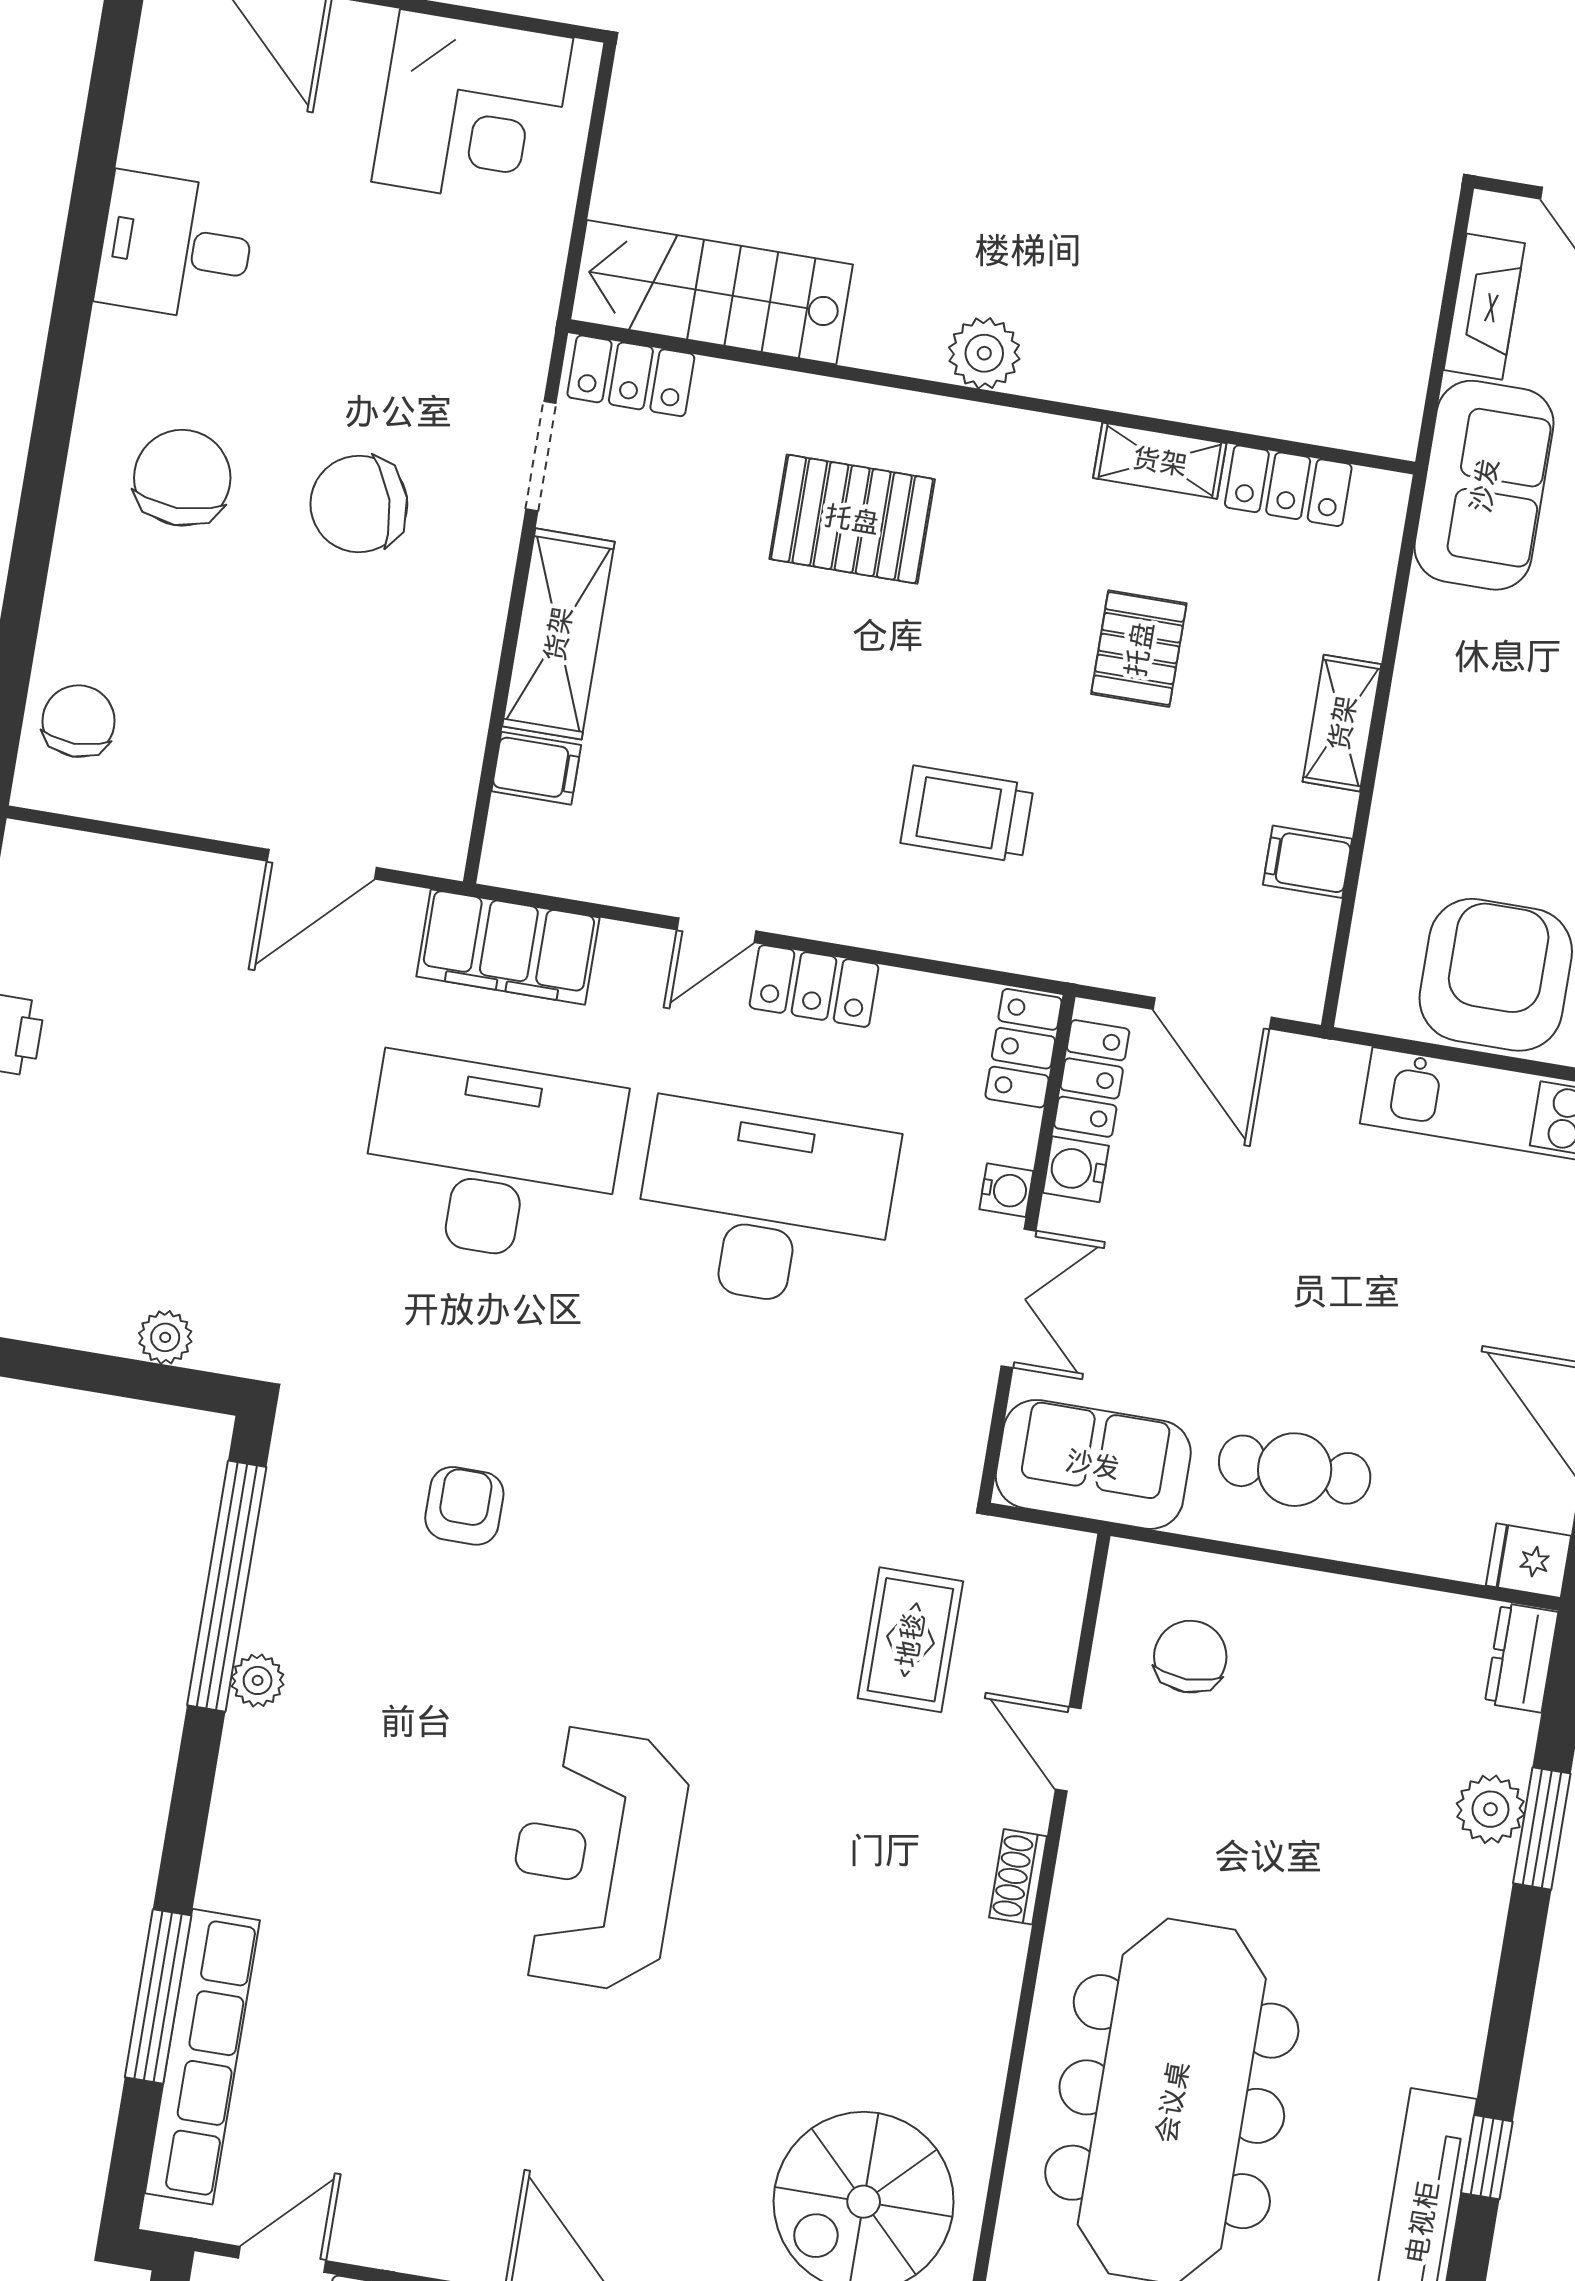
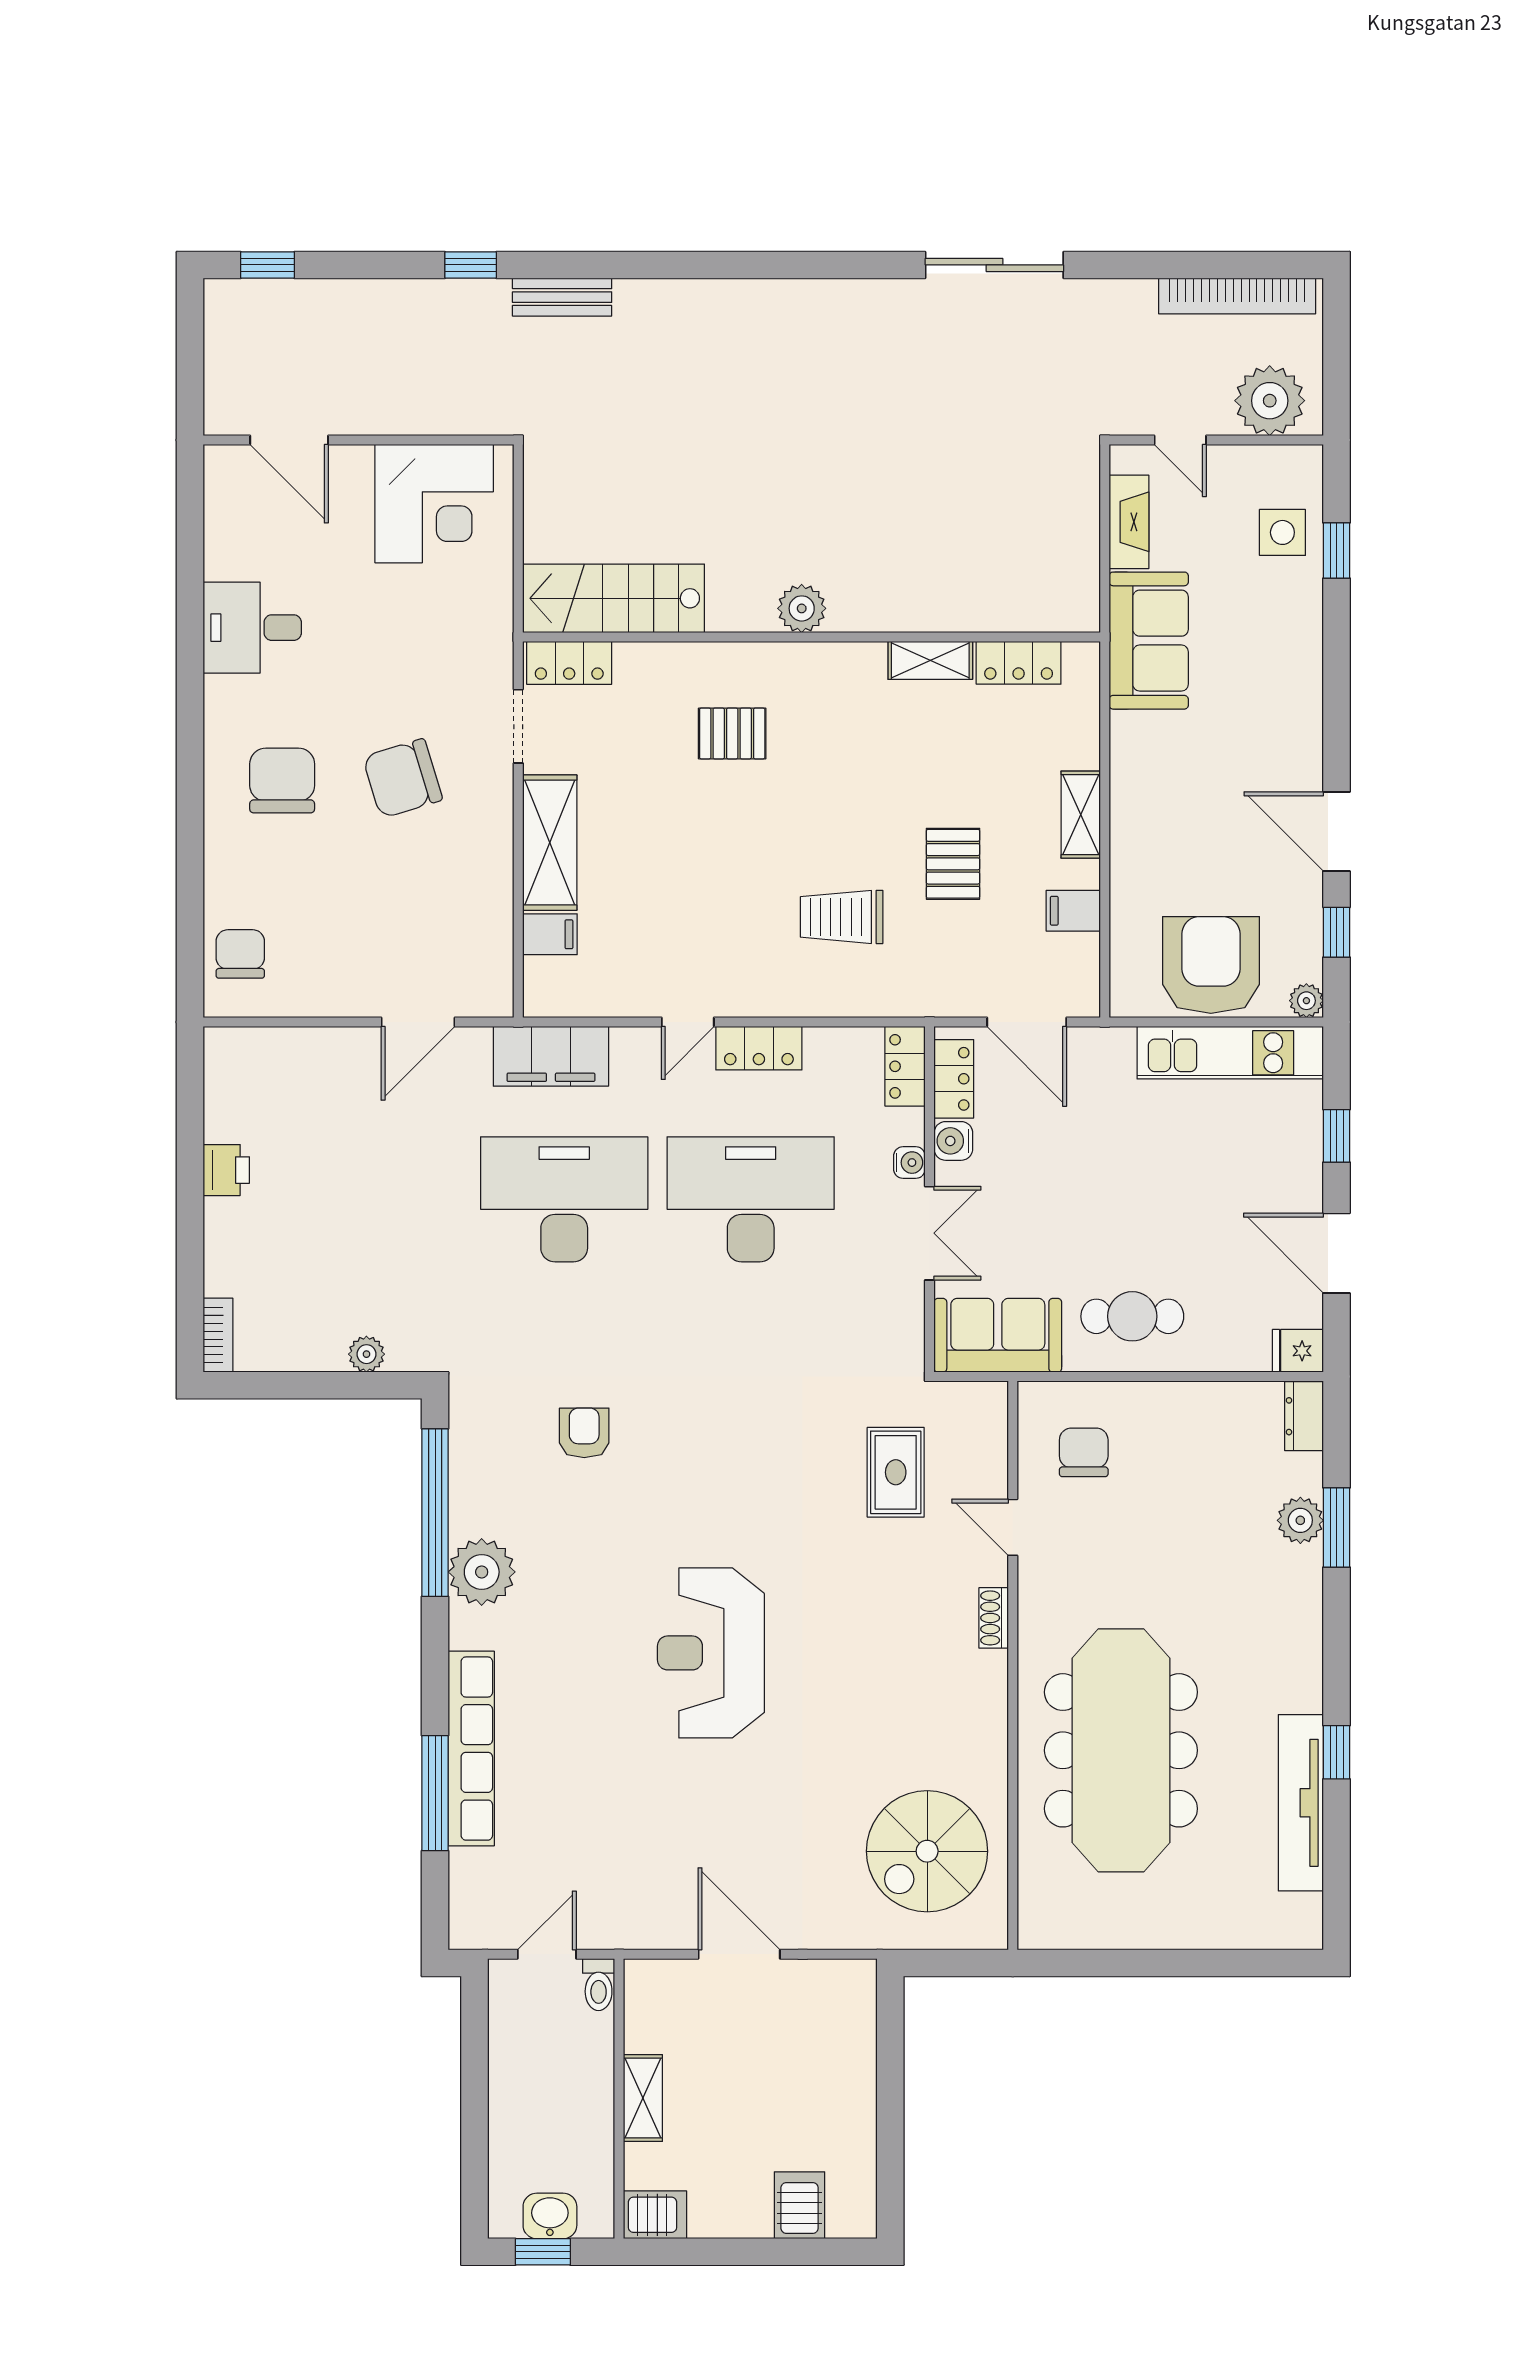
pallet: (852, 519) -> (732, 733), width x0.67, depth x0.71
pallet: (1139, 649) -> (953, 864), moved
plant: (258, 1680) -> (482, 1572), width x1.88, depth x1.88
row of seats: (202, 2057) -> (471, 1749), moved

